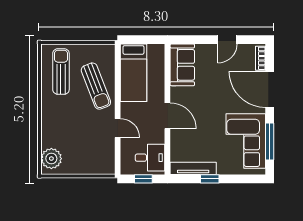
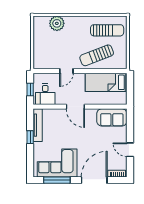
door: (167, 116) -> (75, 107), hinge flipped
plant: (51, 159) -> (57, 23), moved

